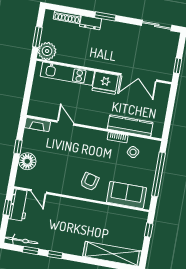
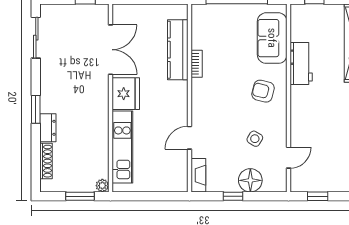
plant: (47, 51) -> (102, 186), width x0.53, depth x0.53
side table: (133, 152) -> (255, 139), moved
workbench: (19, 205) -> (301, 64), moved, turned 90

